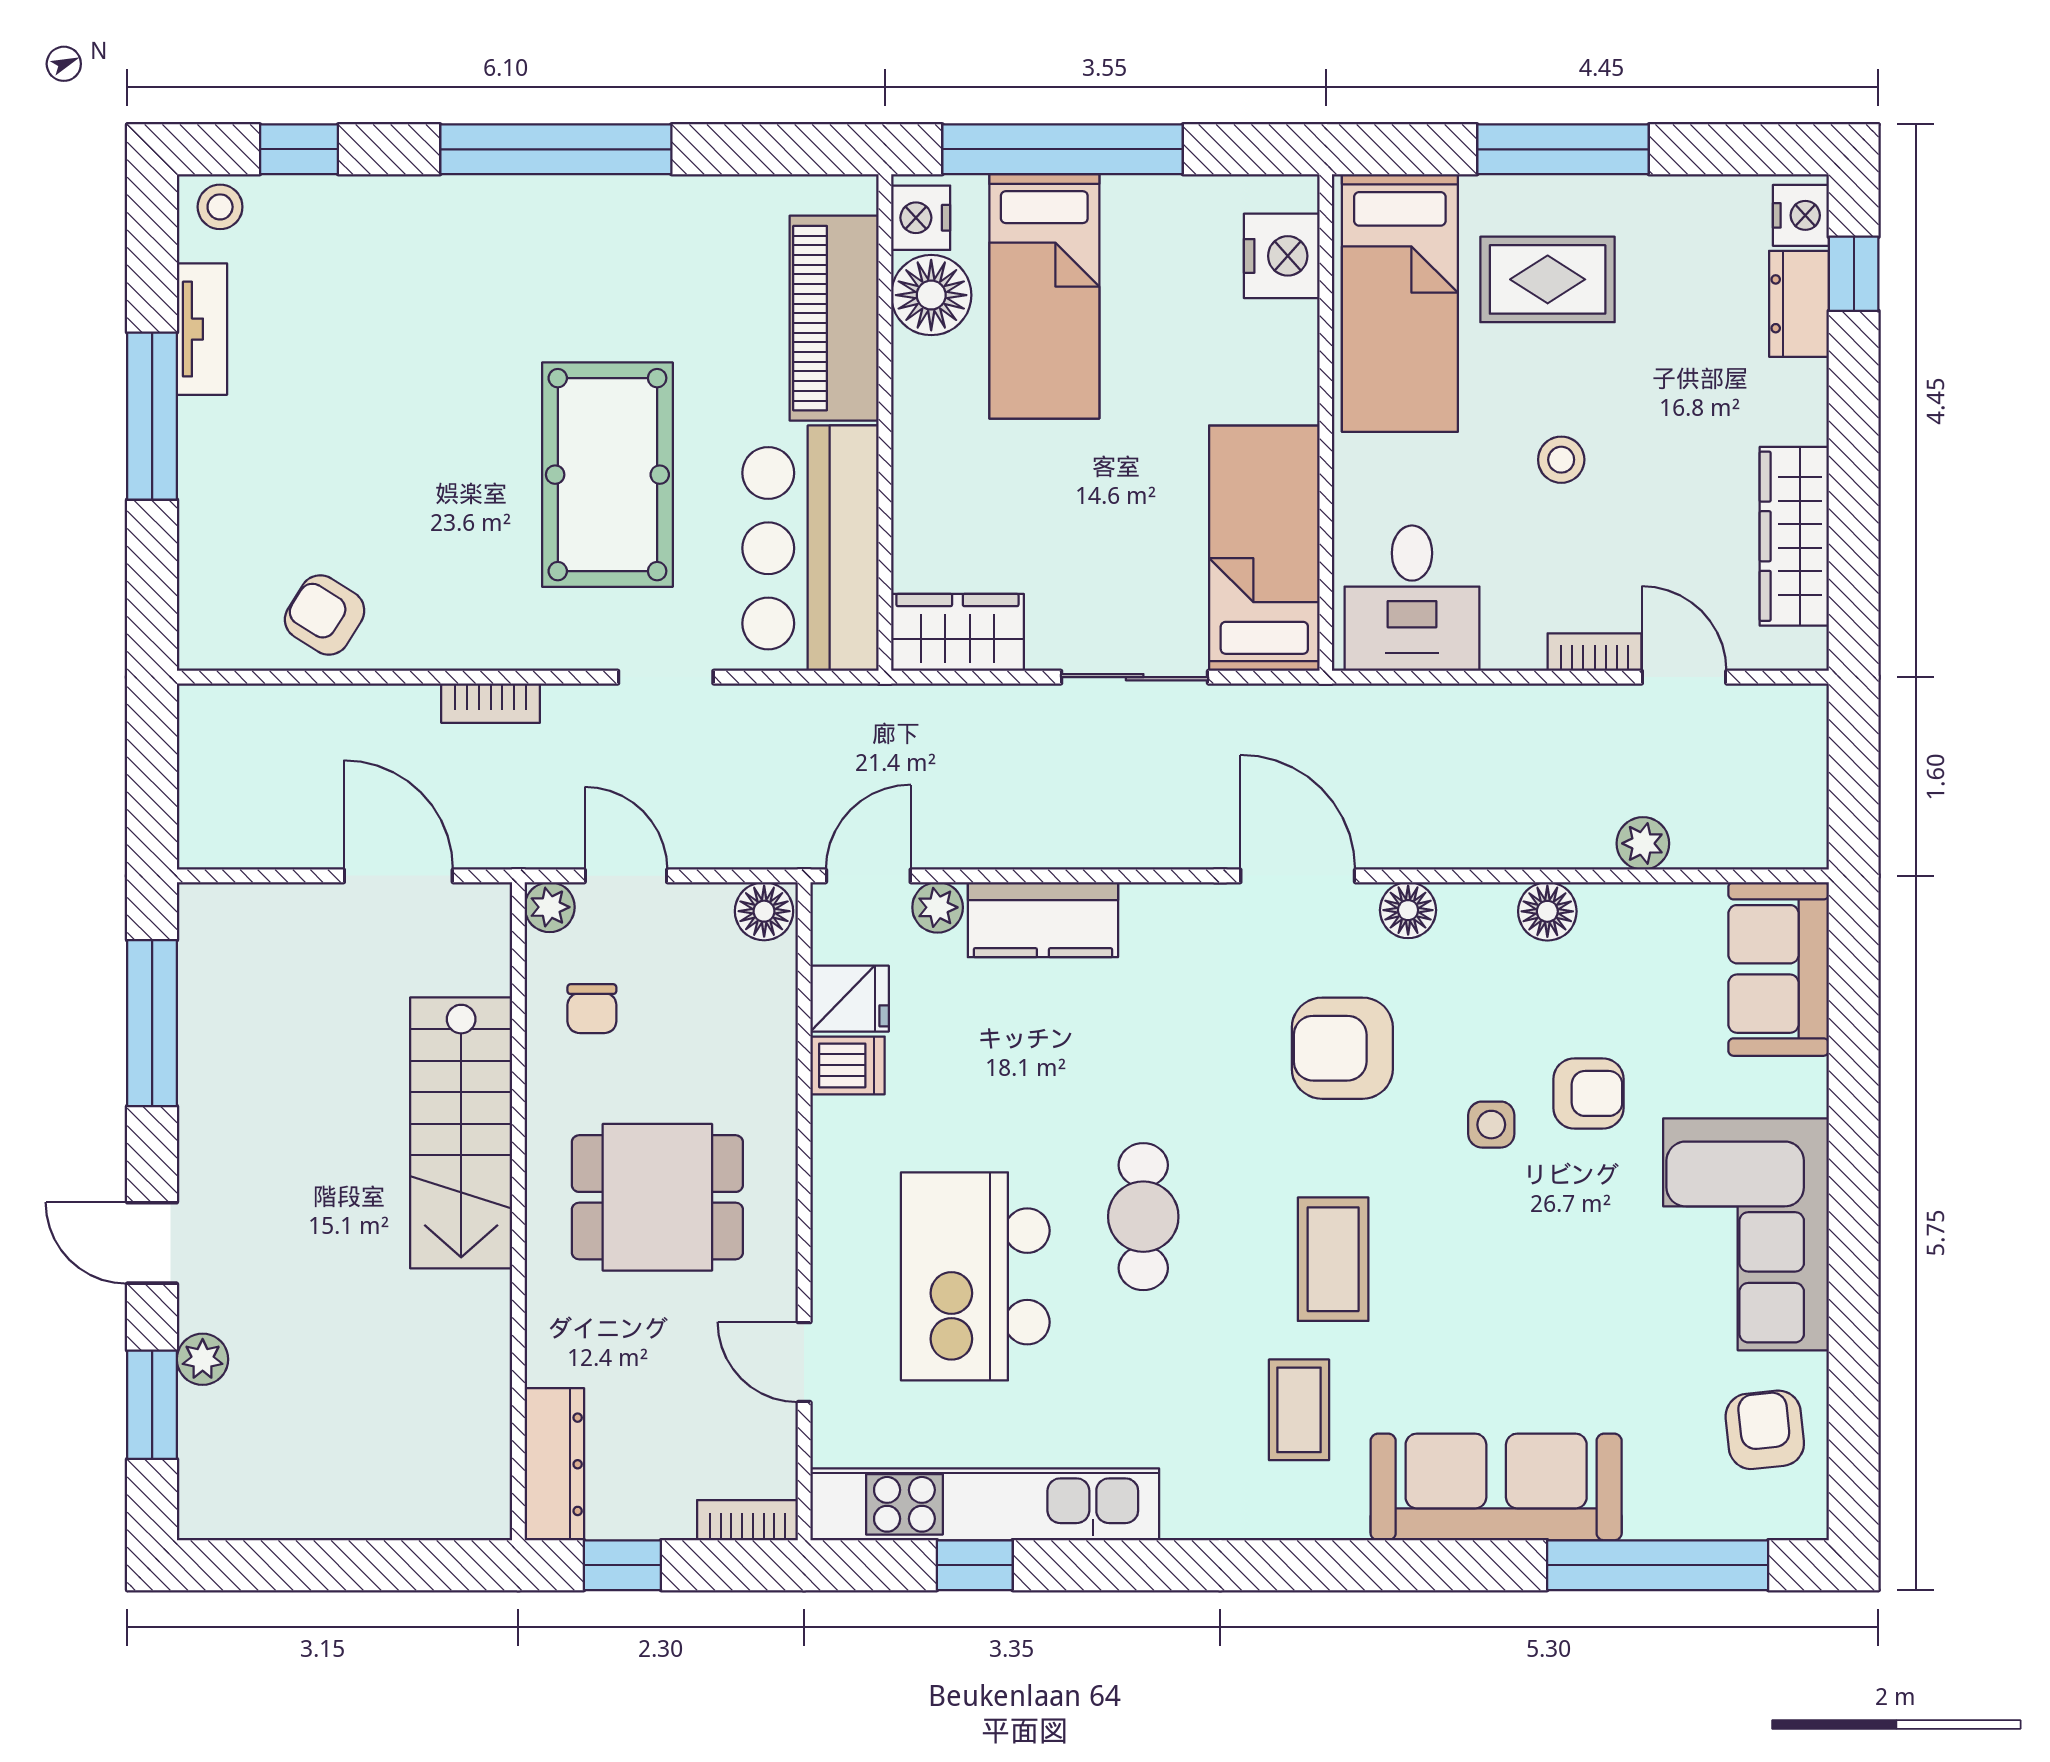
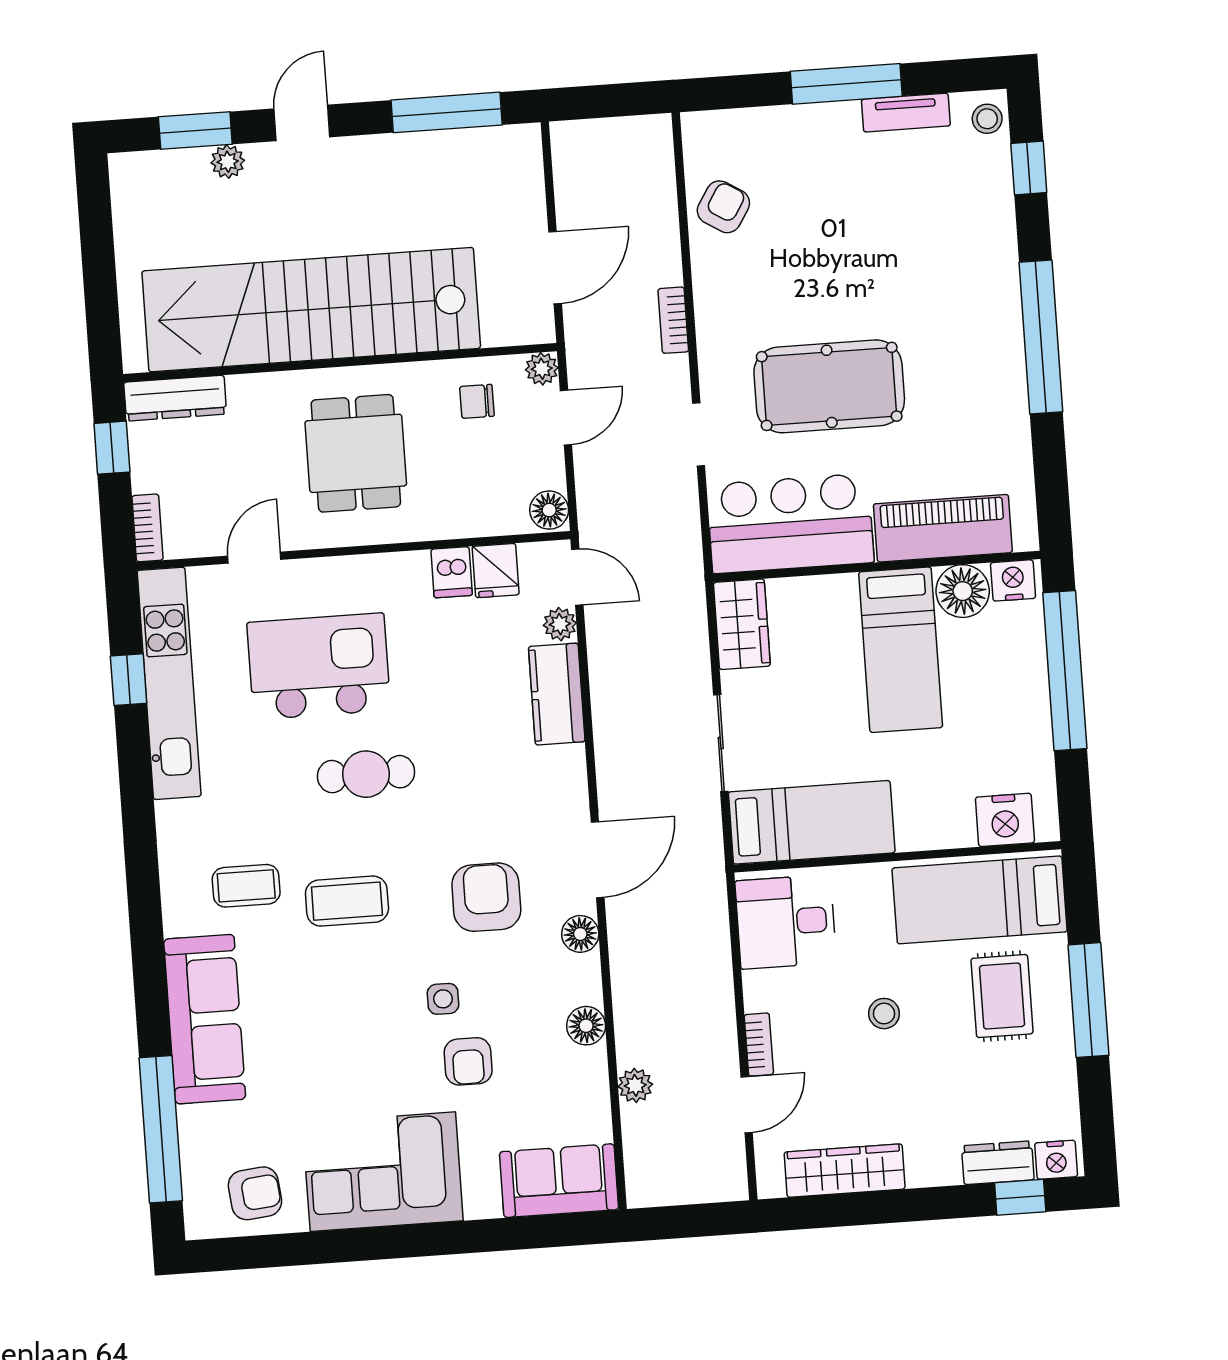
bed: (1044, 296) -> (901, 650), moved, turned -90
stairs: (461, 1133) -> (311, 310), width x1.86, depth x1.51

